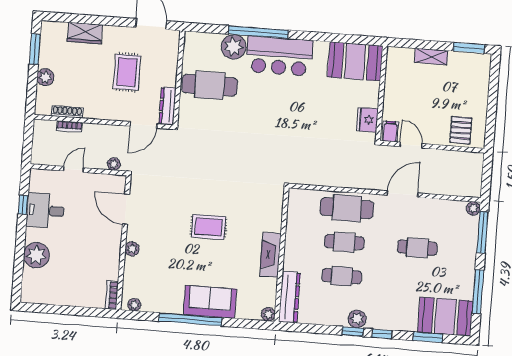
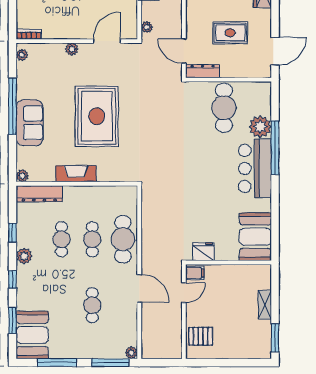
rug: (208, 227) -> (97, 116), width x1.86, depth x2.06
window: (353, 332) -> (12, 233), moved

